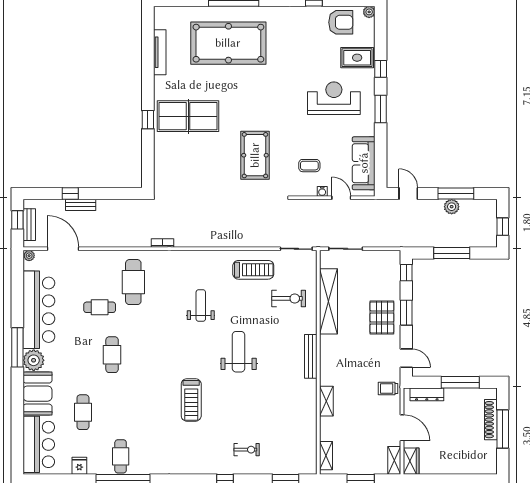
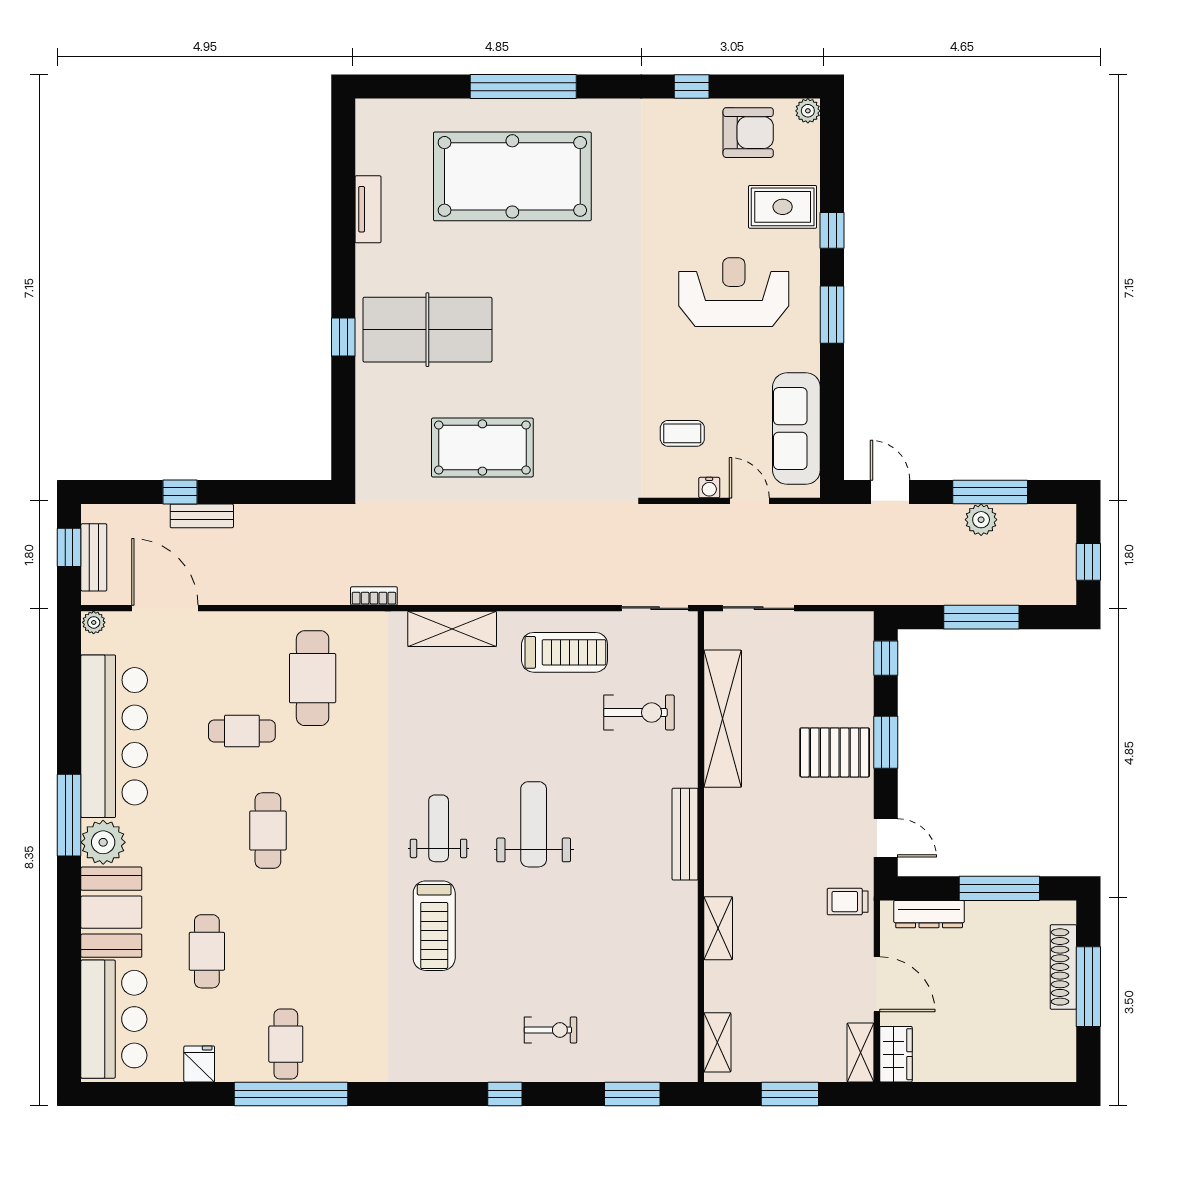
tv unit: (160, 52) -> (368, 209), width x0.71
pool table: (255, 155) -> (482, 447), moved, turned 90
shelving: (200, 259) -> (452, 629), added
weight bench: (201, 306) -> (439, 828), moved
pallet: (382, 317) -> (835, 752), turned 90

